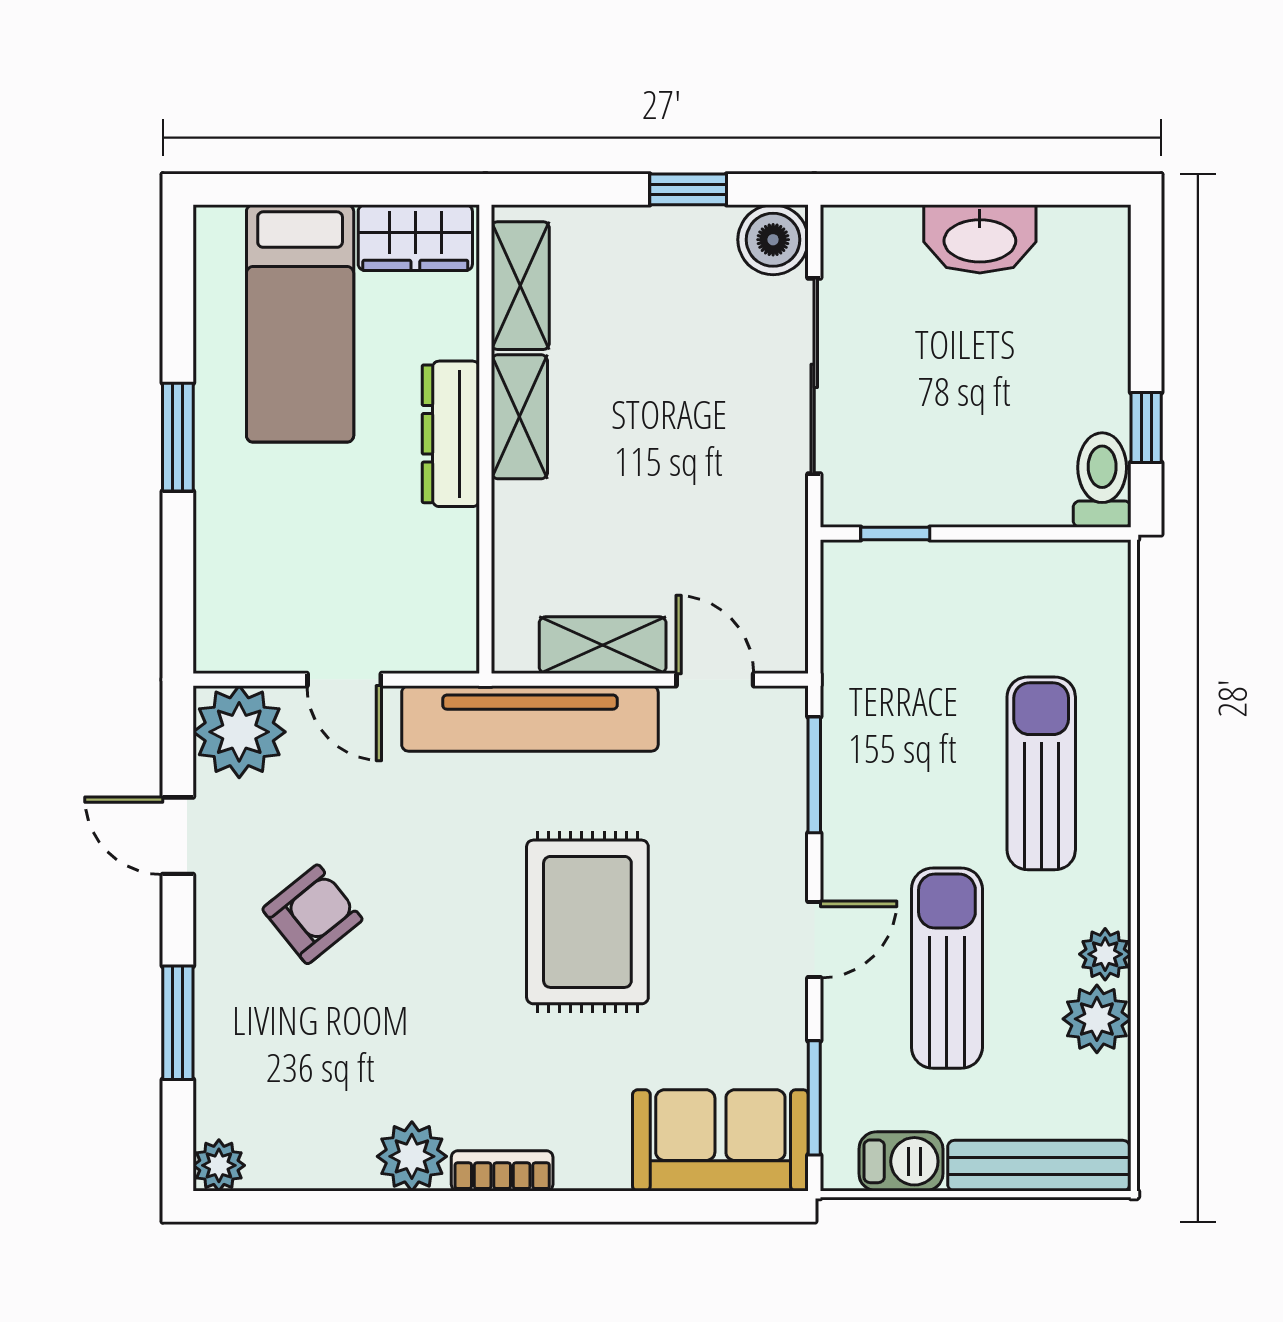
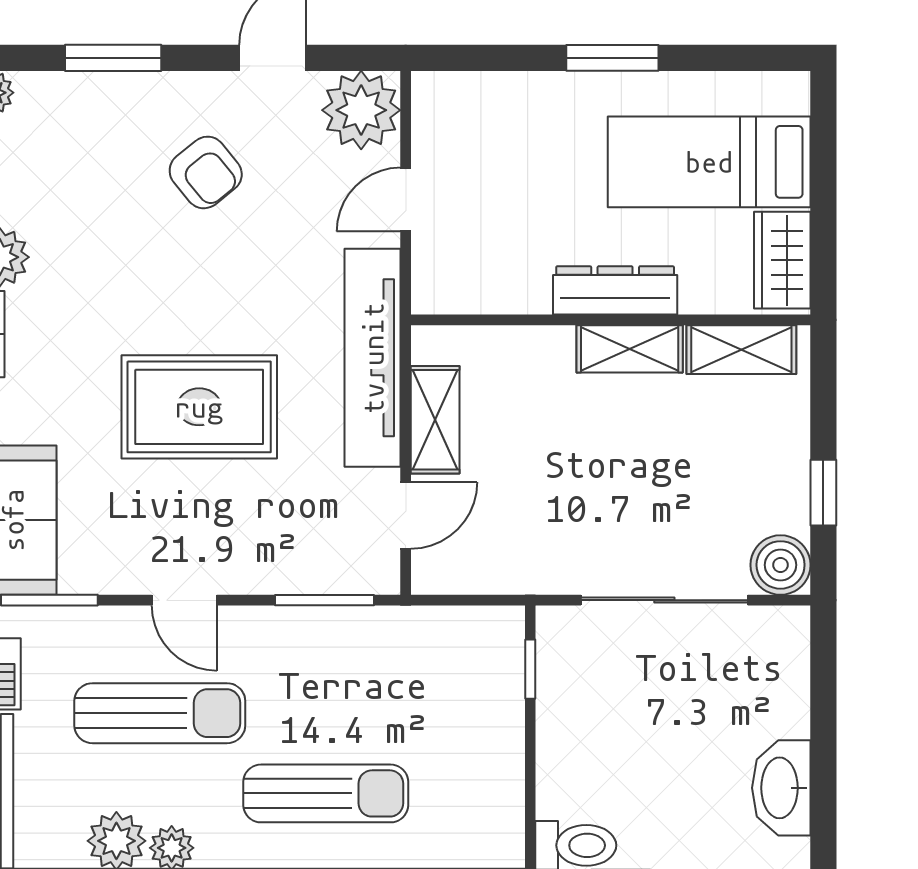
washbasin: (980, 239) -> (781, 788), moved

